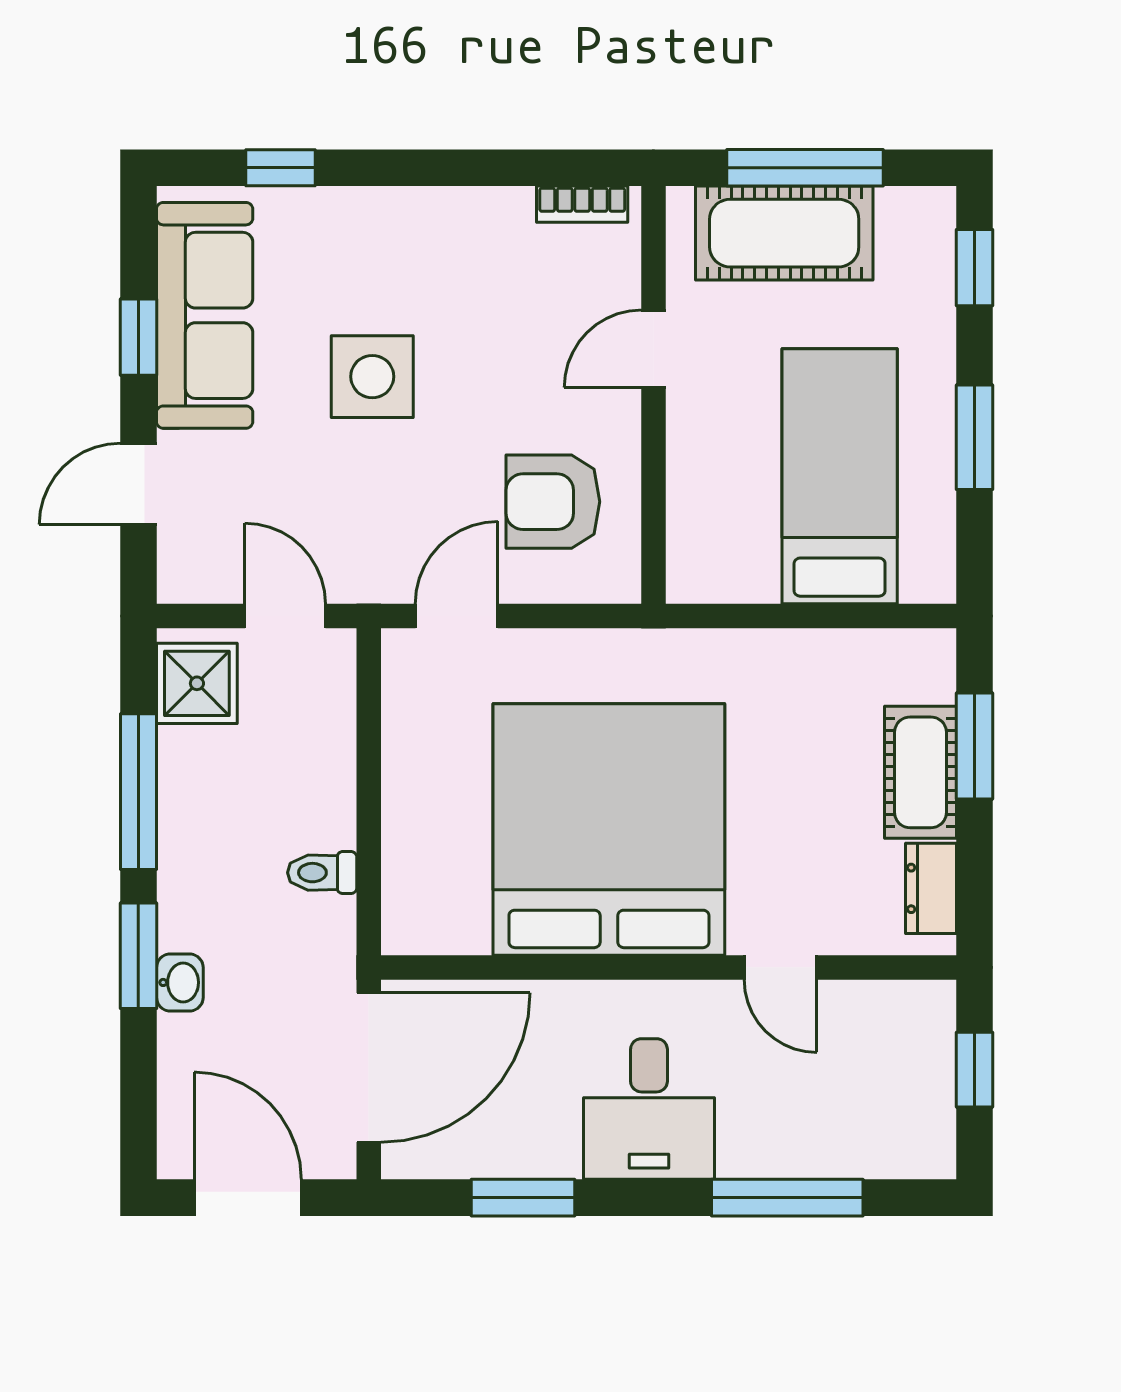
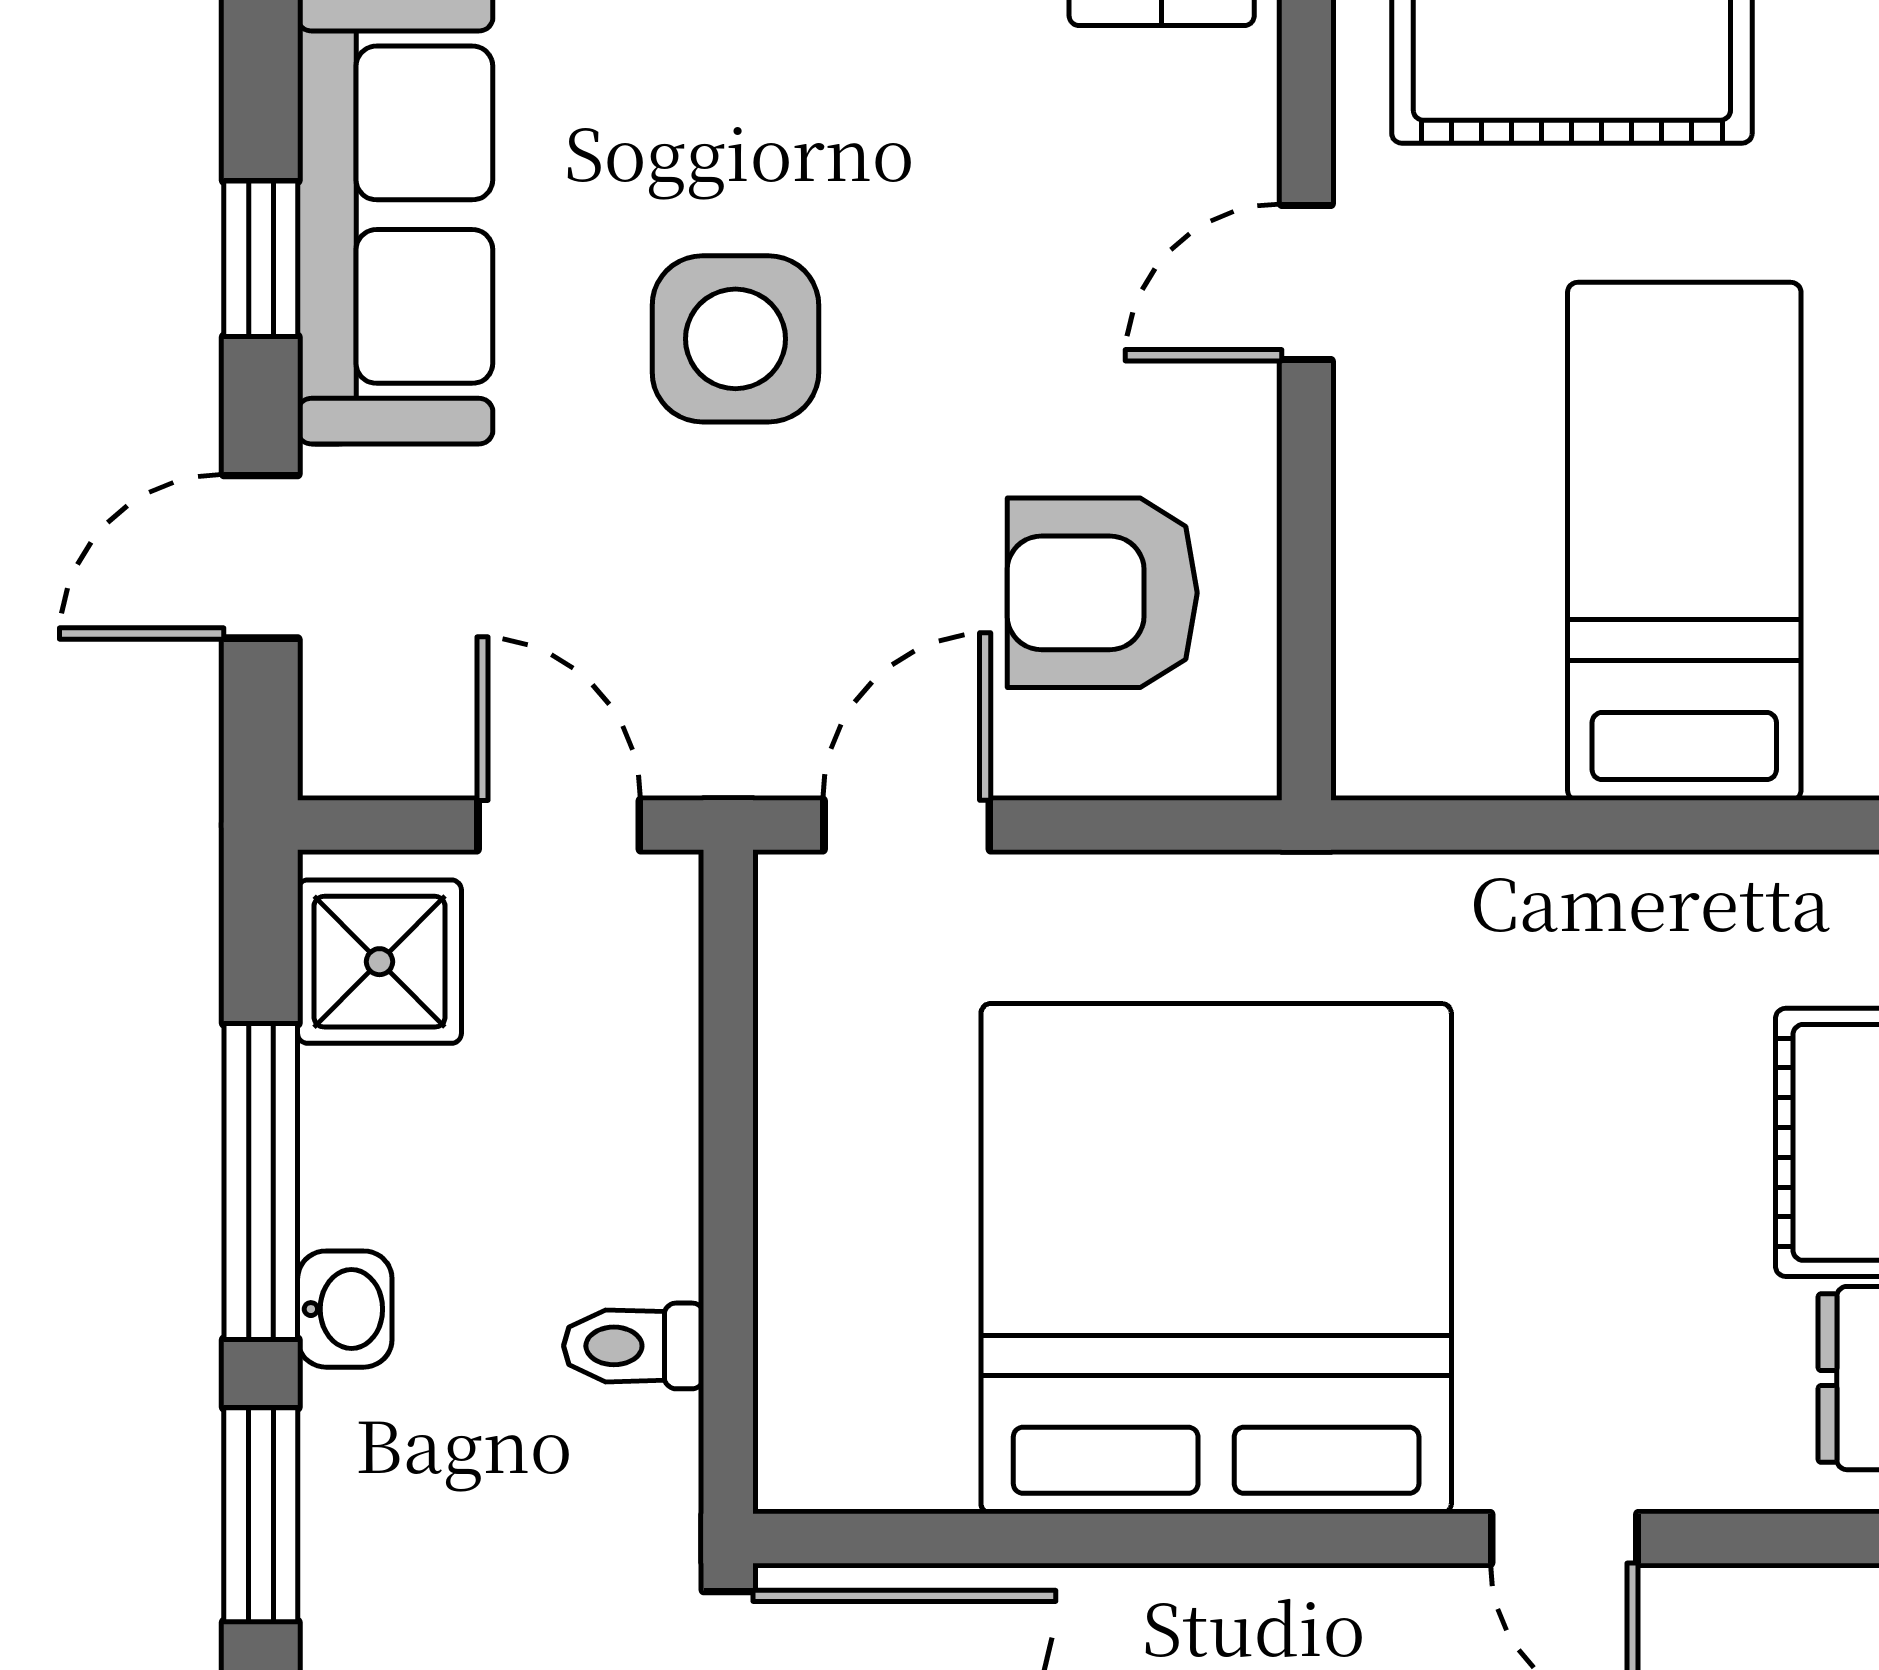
washbasin: (180, 982) -> (345, 1309), moved

